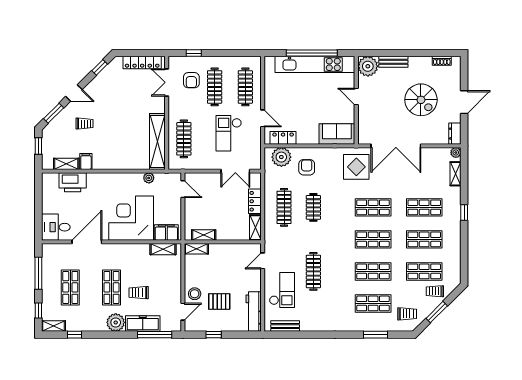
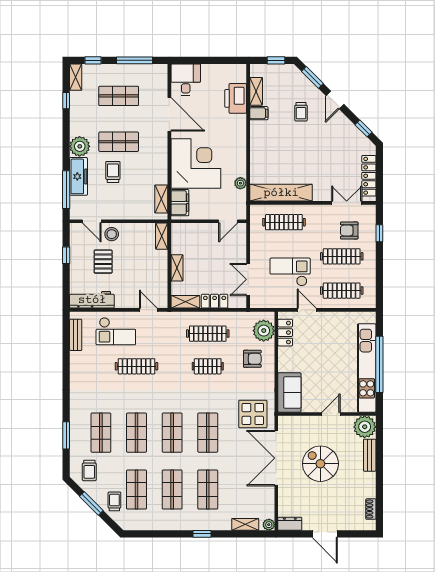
spiral stairs: (421, 100) -> (320, 464), moved, turned 90
door: (263, 118) -> (307, 310), swing flipped
shelving: (204, 235) -> (177, 268), moved

